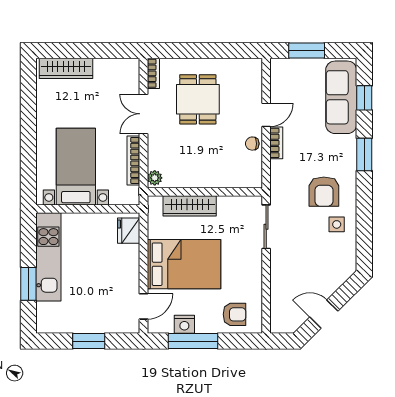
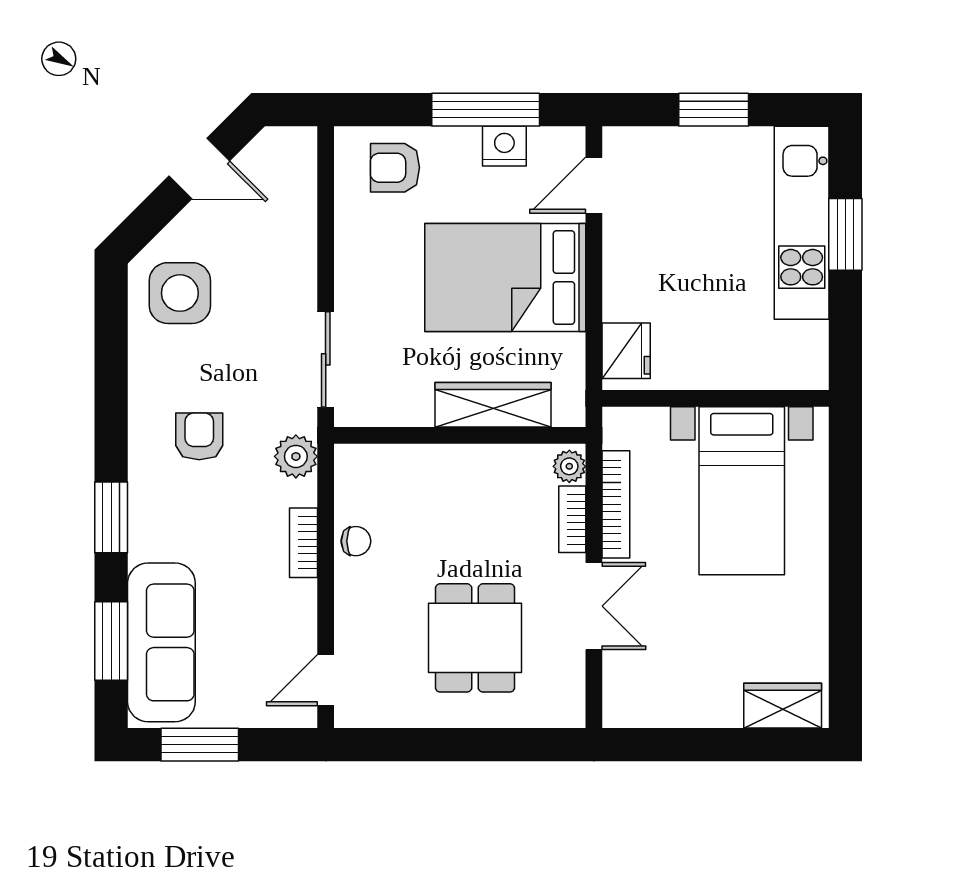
window: (307, 50) -> (200, 745), moved
wardrobe: (66, 68) -> (783, 706), width x0.67
bookcase: (153, 73) -> (572, 519), moved
window: (364, 98) -> (111, 641), width x1.50
door: (266, 115) -> (326, 680), moved
plant: (280, 182) -> (296, 456), added
armchair: (324, 192) -> (199, 436), width x0.72, depth x0.72
side table: (337, 224) -> (180, 293), moved, width x1.87, depth x1.87
kitchen unit: (48, 257) -> (802, 223), moved

